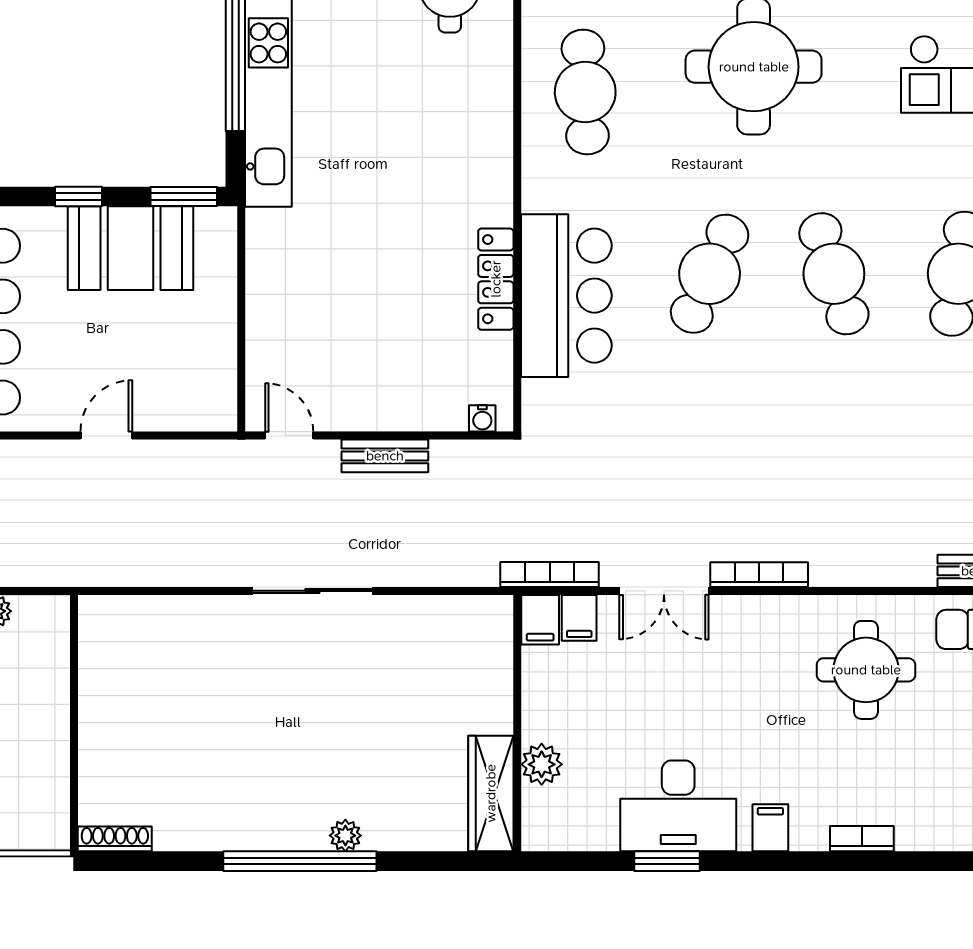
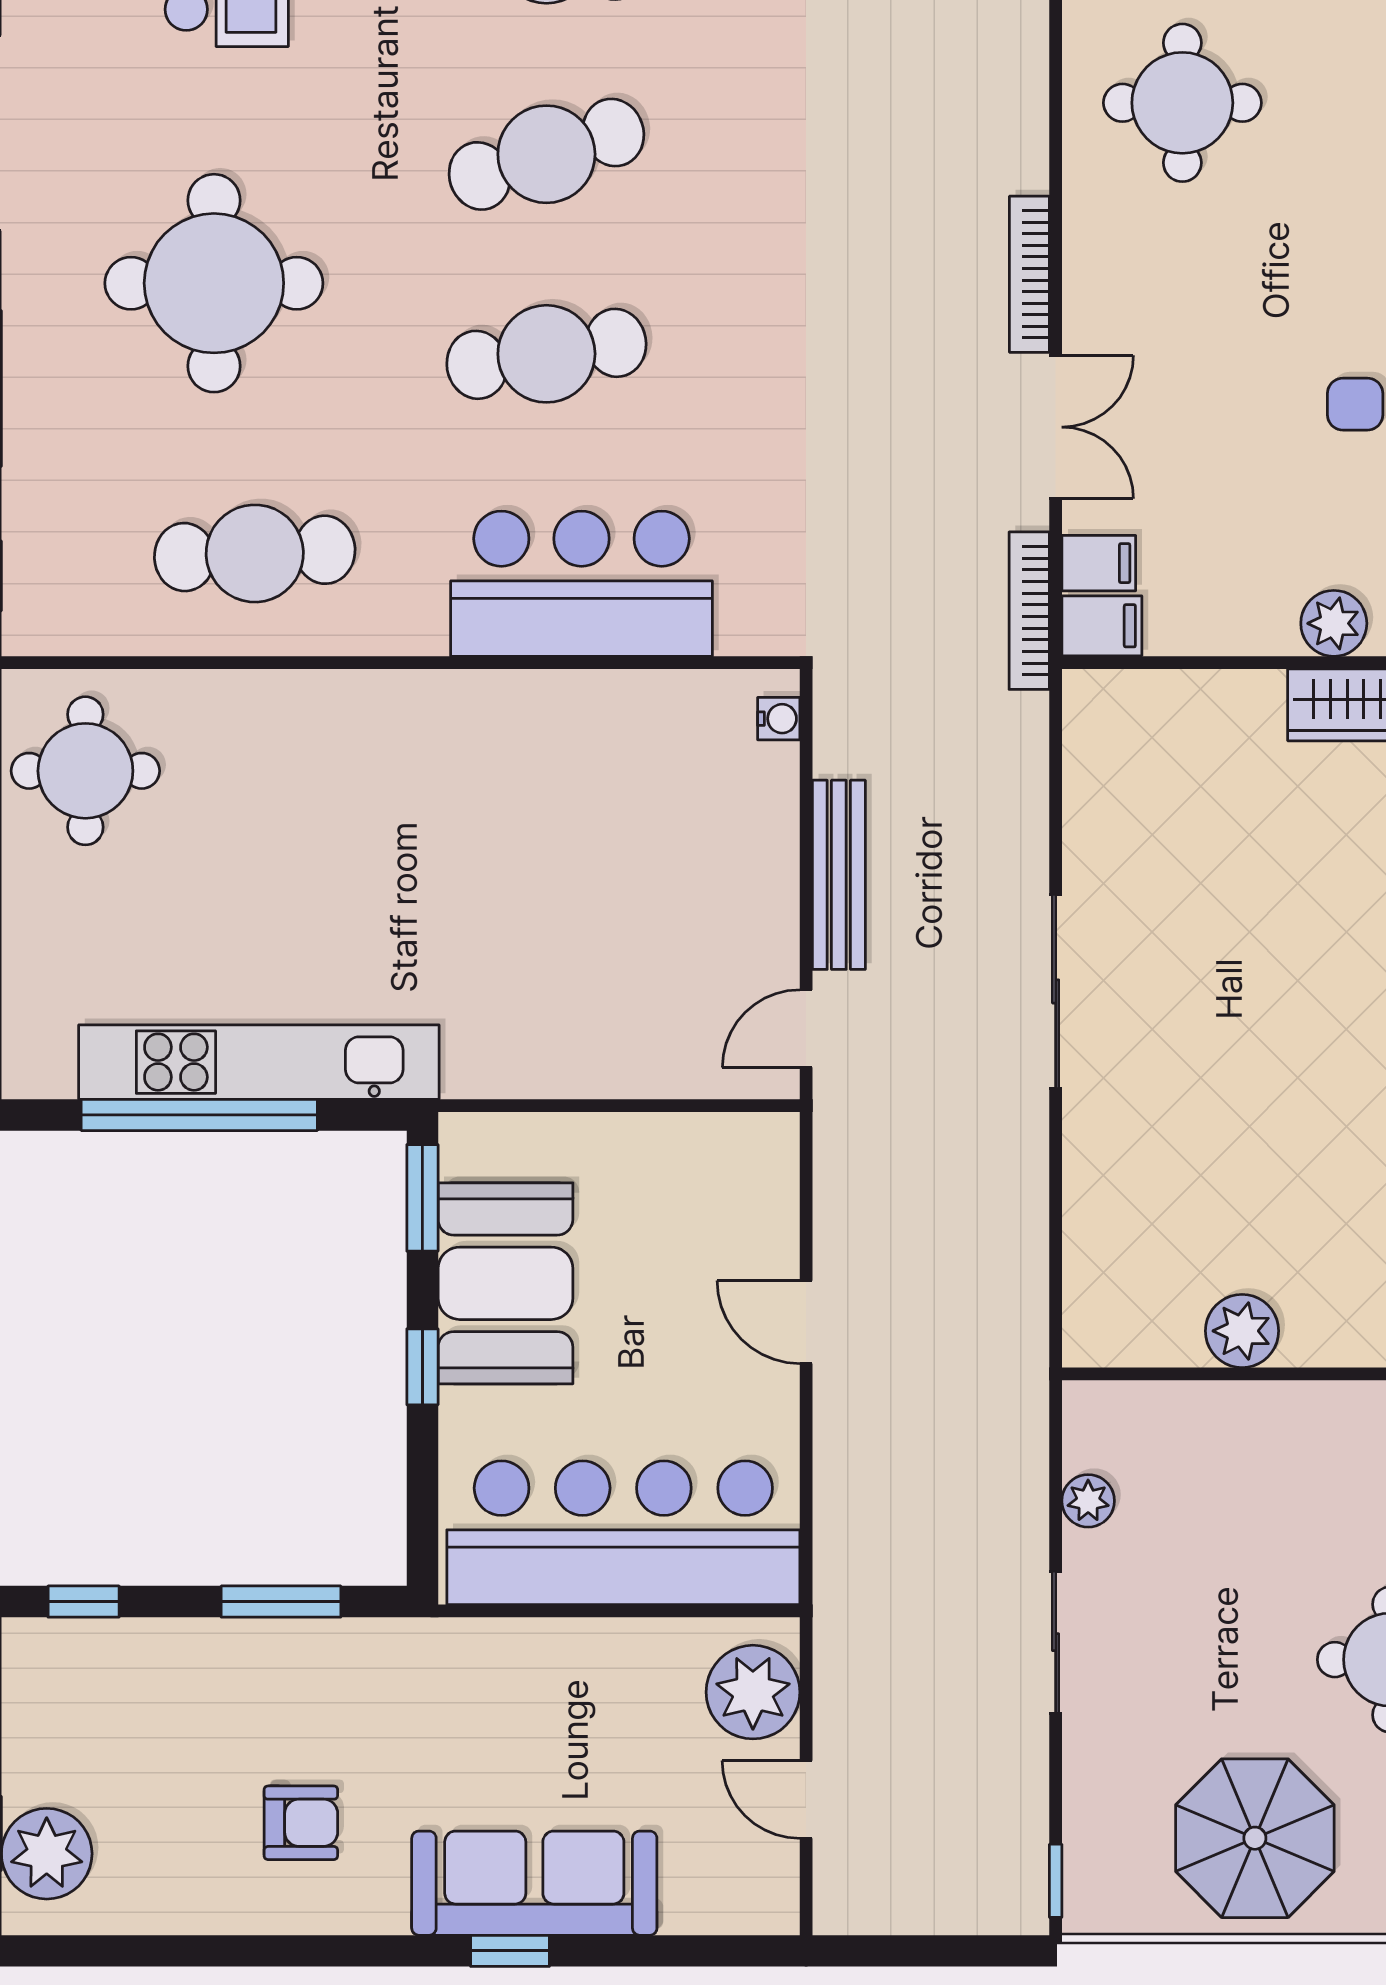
cafe table: (710, 274) -> (546, 354), turned -33
locker: (496, 279) -> (555, 697), removed
bench: (385, 456) -> (839, 875), width x1.36
plant: (101, 707) -> (1242, 1331), added

